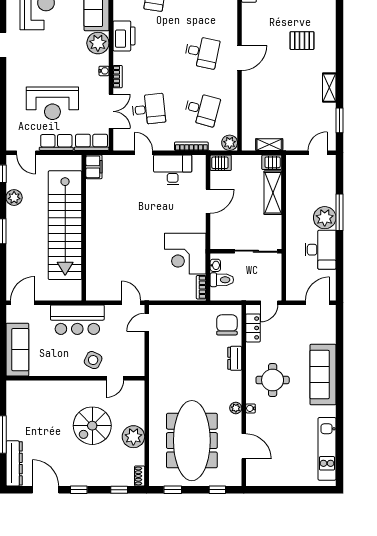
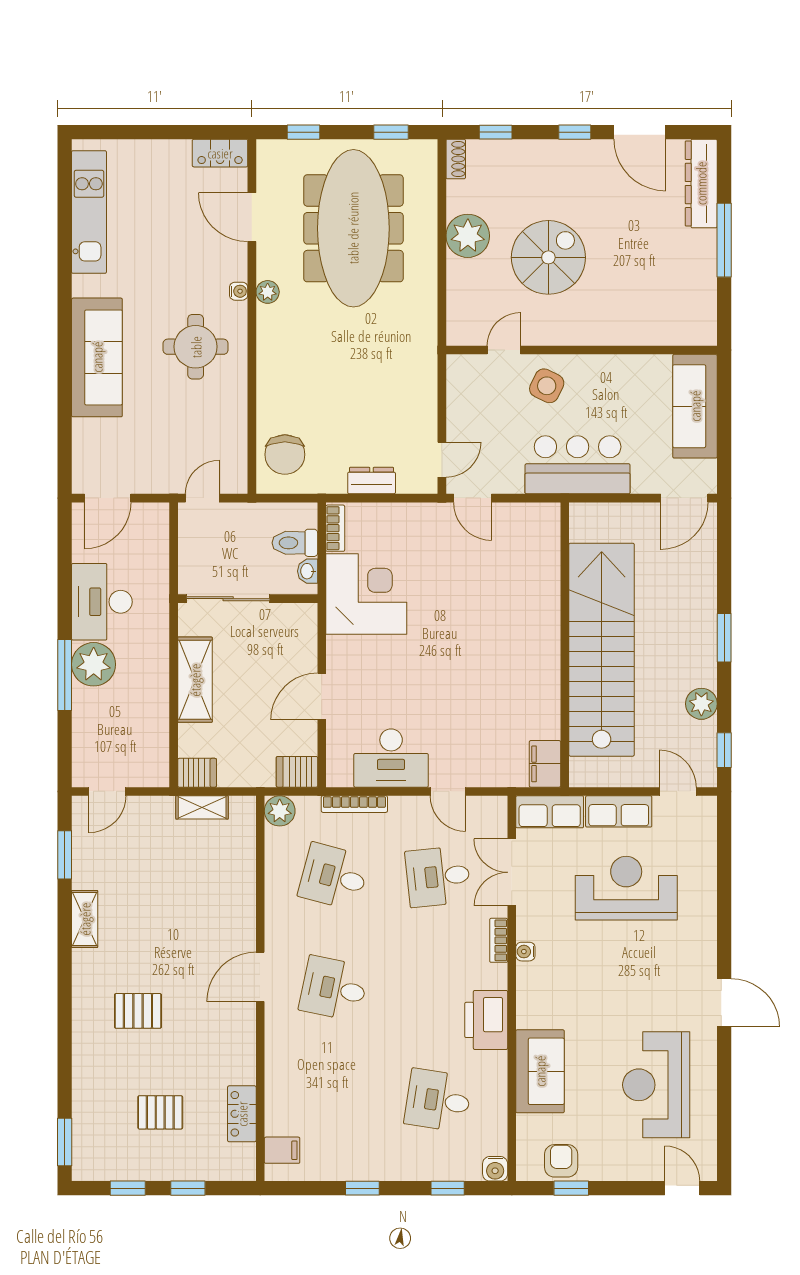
plant: (98, 43) -> (537, 1006), removed
shelving: (273, 193) -> (195, 680), moved
locker: (253, 328) -> (220, 153), moved, turned -90
dresser: (235, 358) -> (372, 481), moved, turned -90

